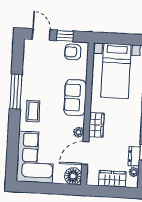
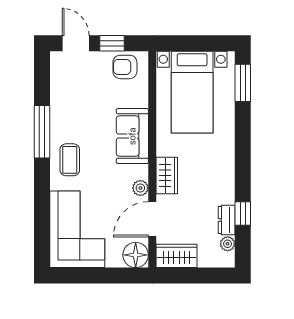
wardrobe: (112, 179) -> (176, 256), moved

